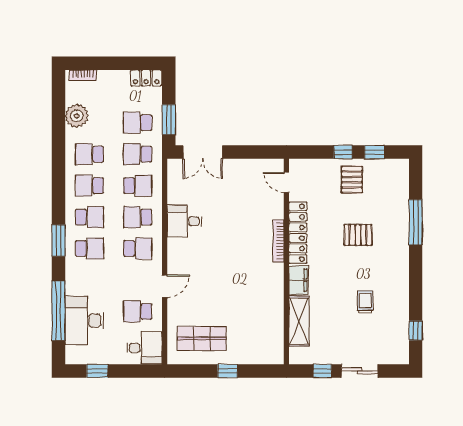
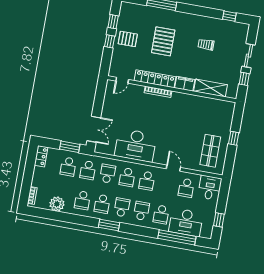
desk: (184, 221) -> (136, 145), width x1.87, depth x1.30
pallet: (358, 235) -> (163, 41), width x1.50, depth x1.42
window: (58, 241) -> (109, 225), moved
school desk: (138, 249) -> (147, 181), turned 180
school desk: (90, 280) -> (161, 214), added

